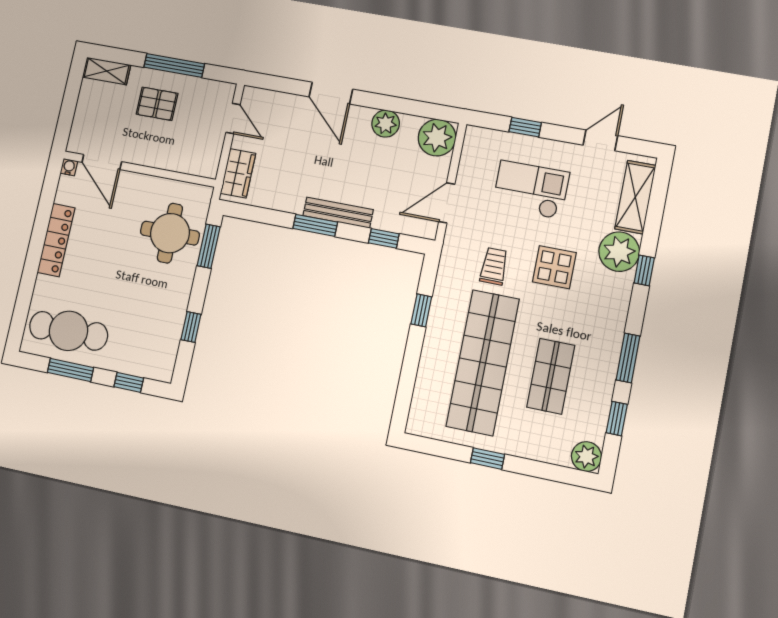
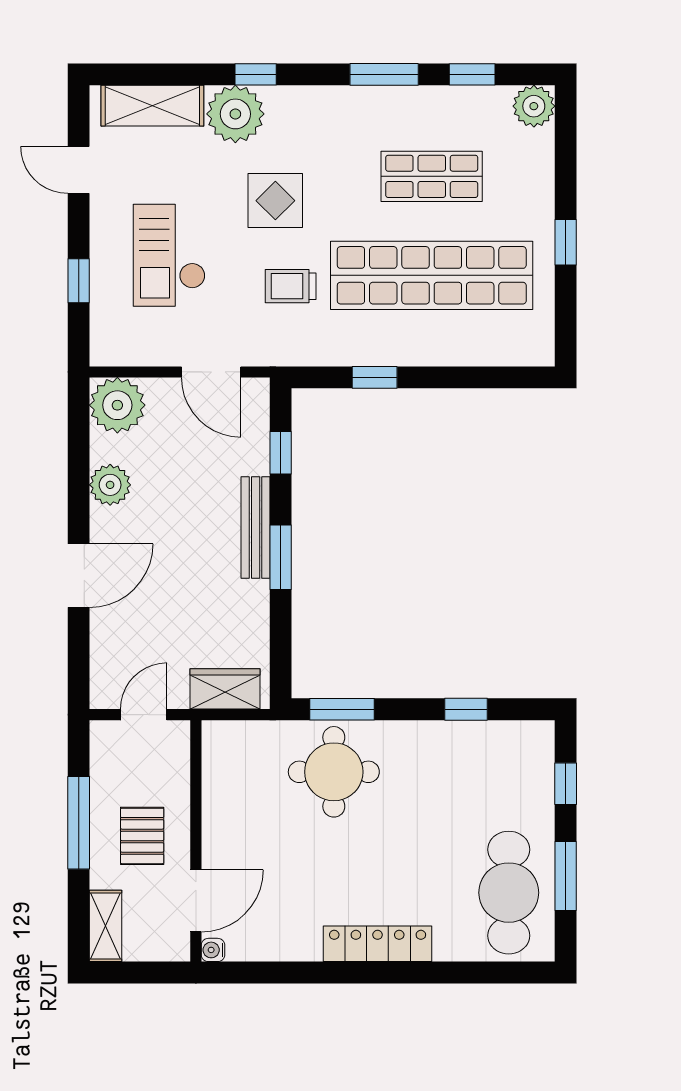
door: (102, 162) -> (196, 901), moved
water cooler: (69, 167) -> (213, 950), moved
wall: (139, 169) -> (196, 841), moved

